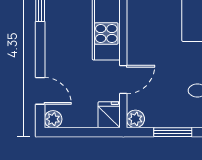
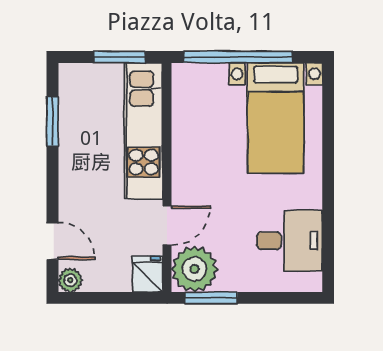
plant: (135, 119) -> (195, 269), width x1.88, depth x1.88
window: (173, 132) -> (211, 298), moved

